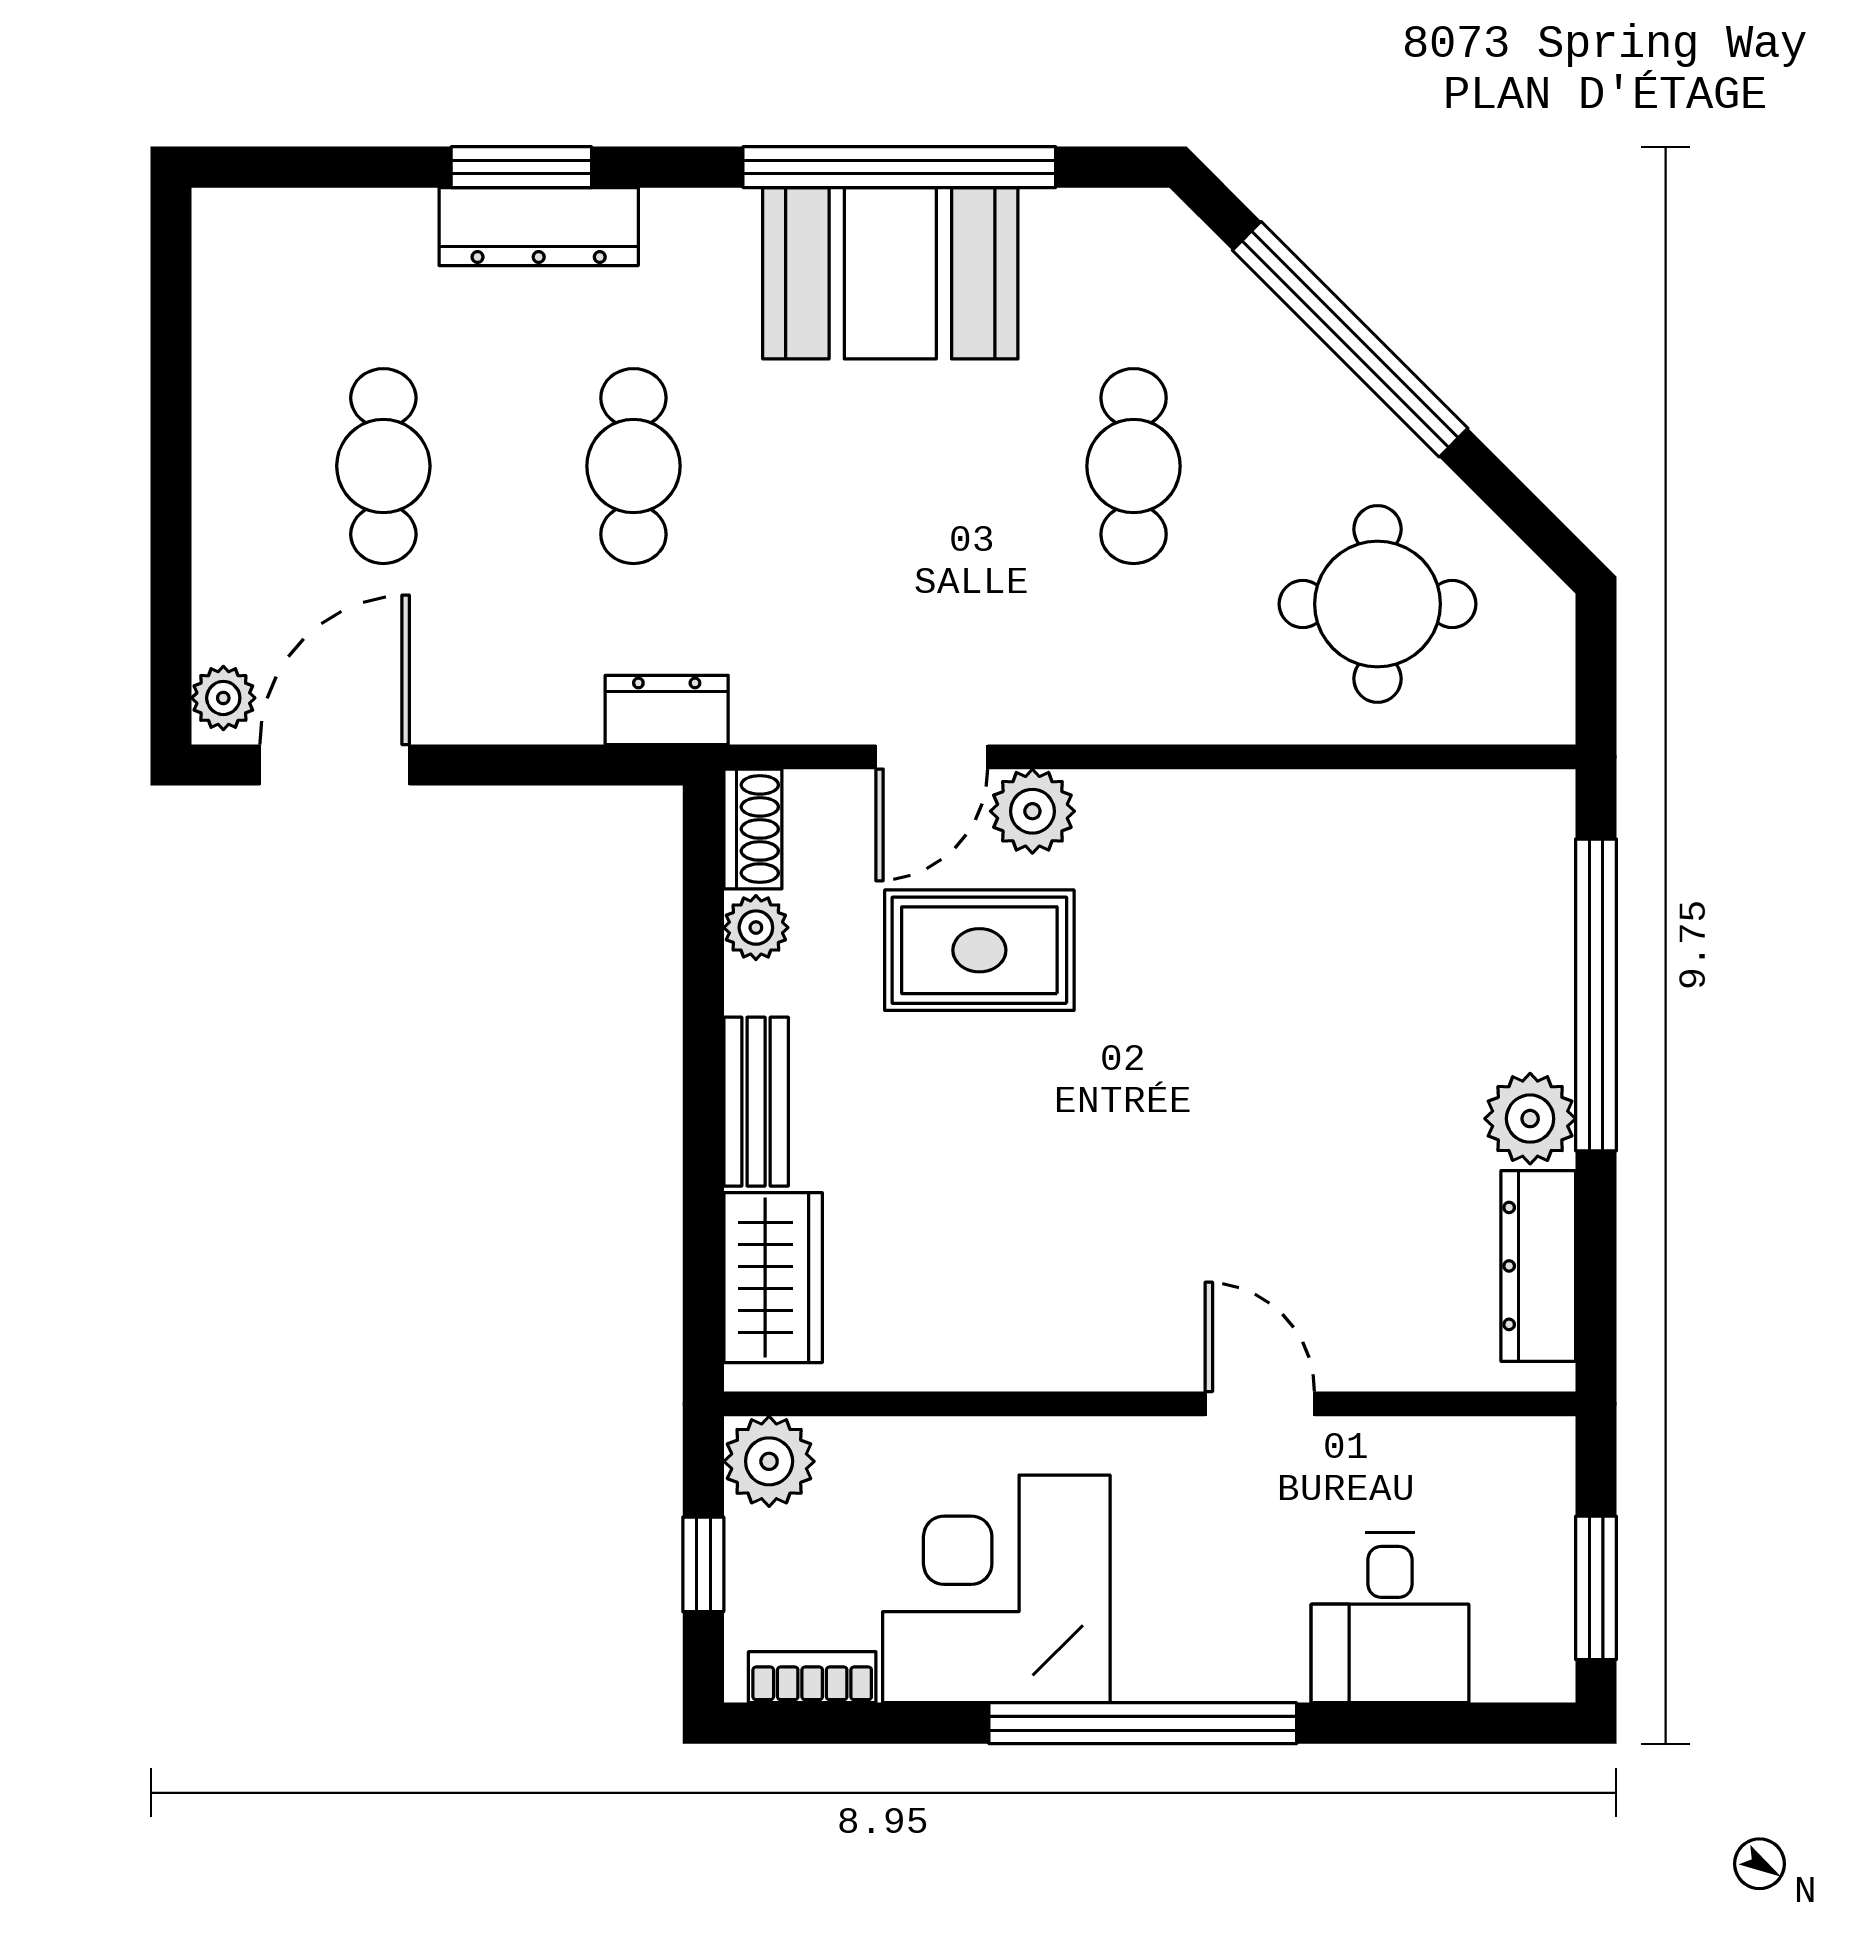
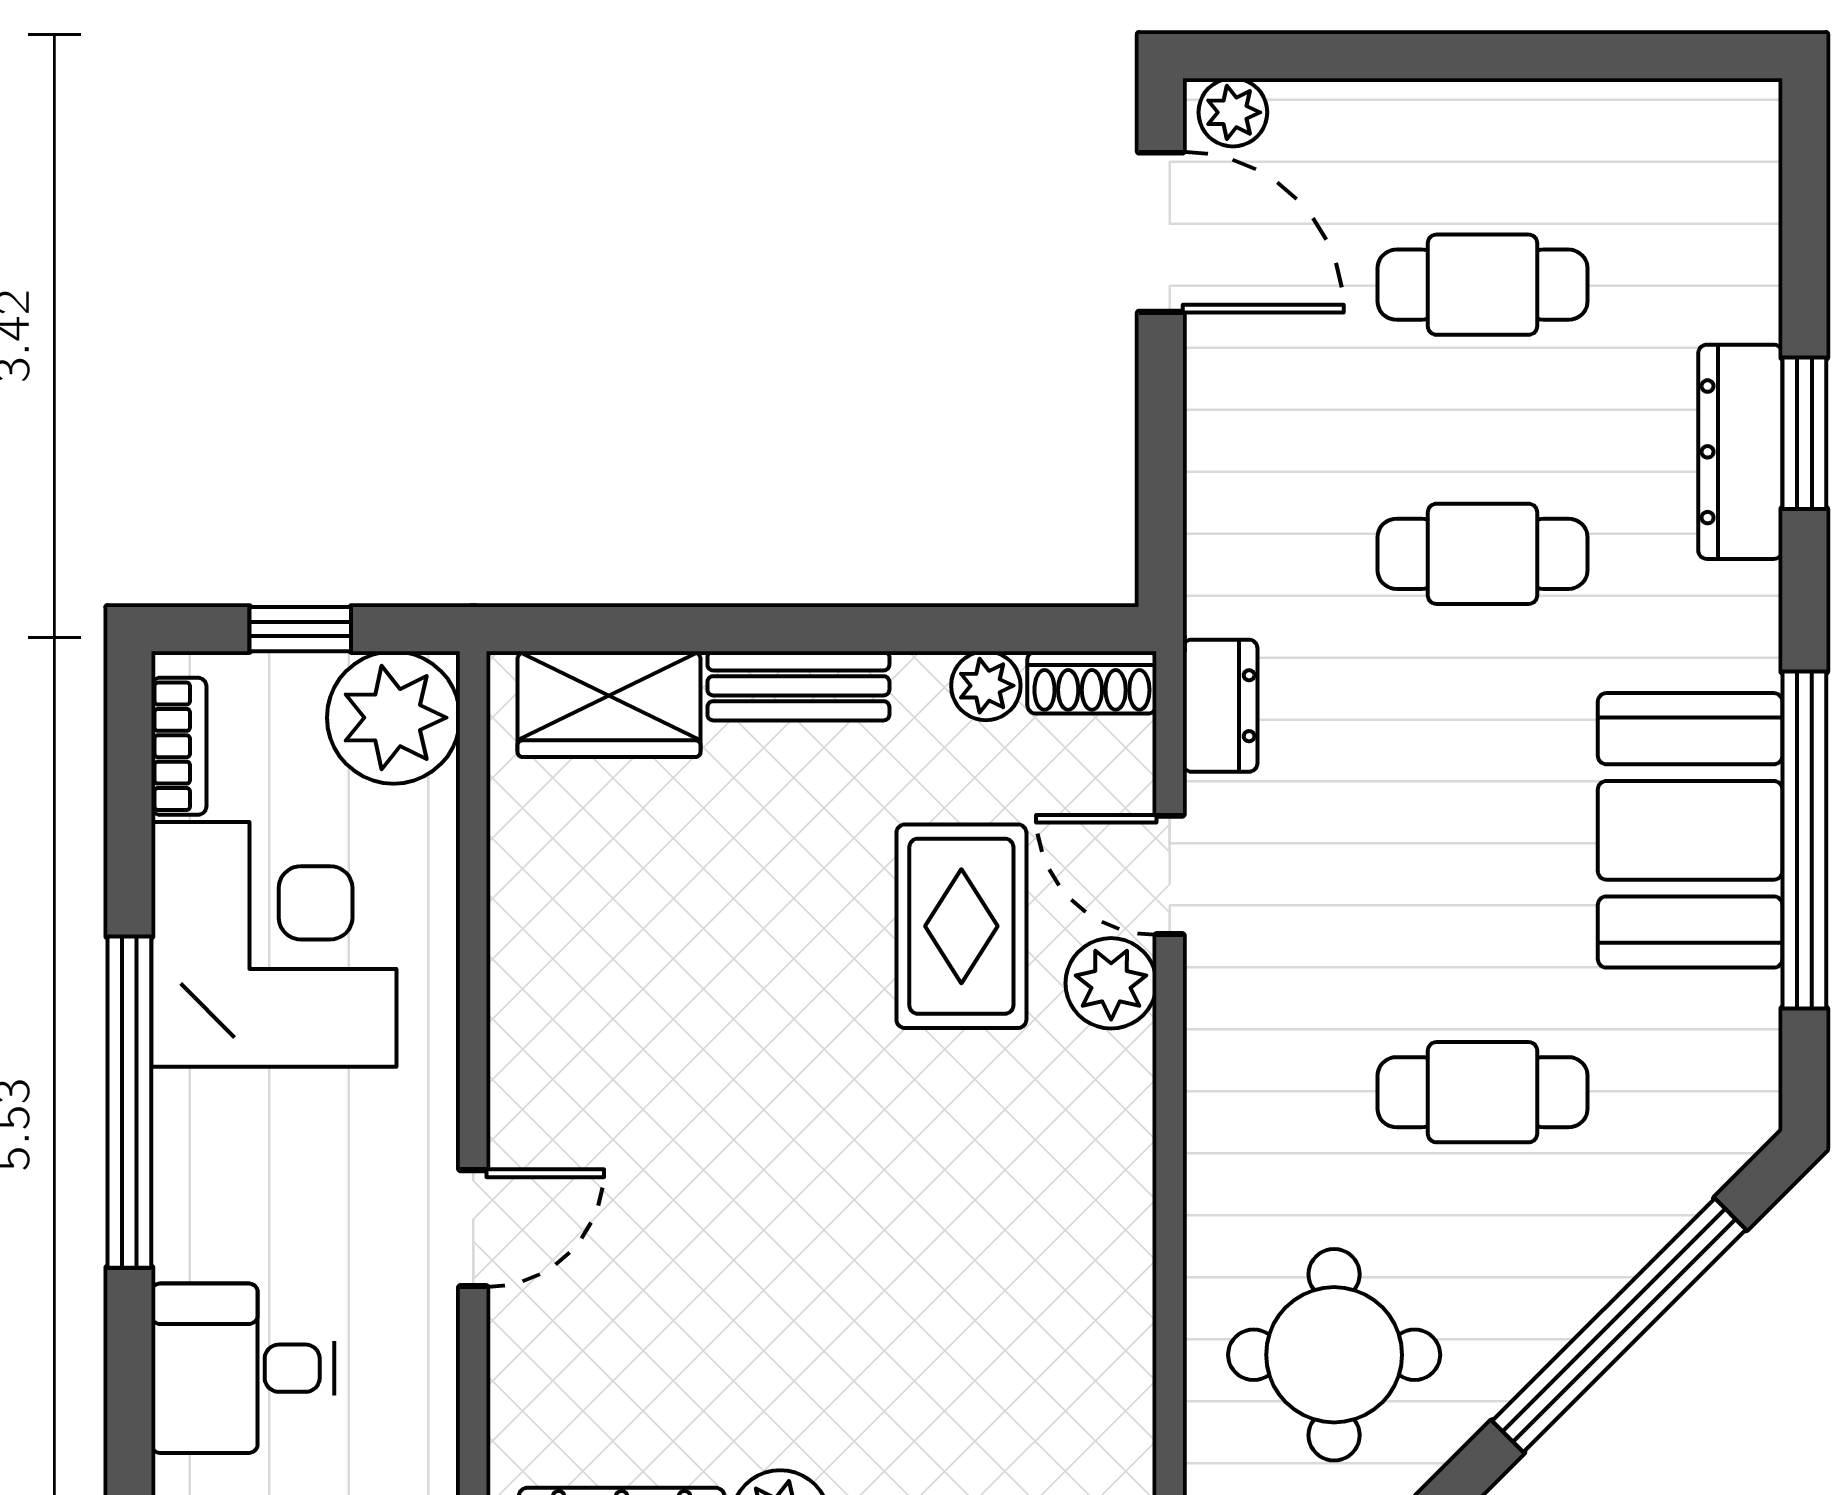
dresser: (667, 710) -> (1220, 706), moved
plant: (769, 1461) -> (394, 718), width x1.36, depth x1.36

